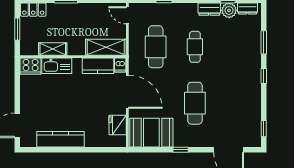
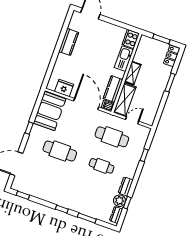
door: (127, 15) -> (132, 120), moved
shelving: (53, 49) -> (133, 73), moved
door: (127, 92) -> (86, 104), swing flipped
kitchen counter: (60, 139) -> (69, 42), width x0.67

